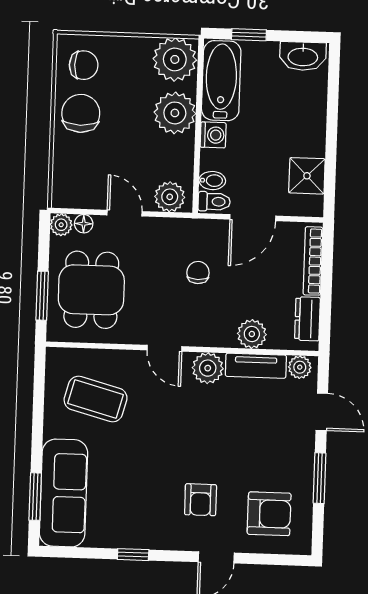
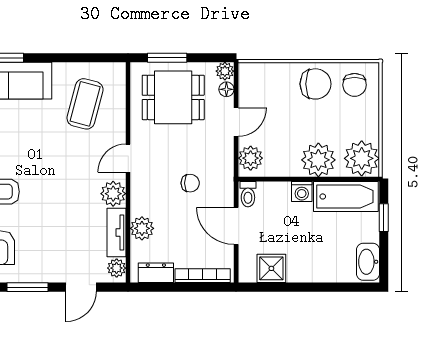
bidet: (212, 181) -> (265, 192), removed

